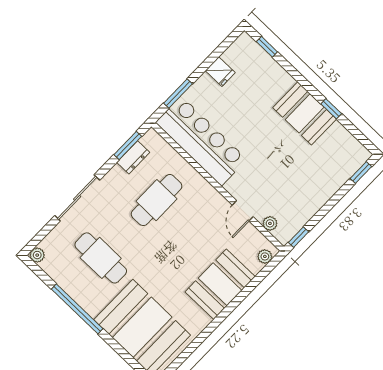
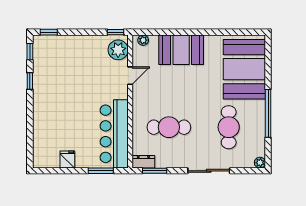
window: (267, 47) -> (30, 52), moved
booth: (305, 113) -> (46, 93), removed
dresser: (133, 157) -> (143, 162), moved
plant: (270, 223) -> (118, 50), width x1.88, depth x1.88

